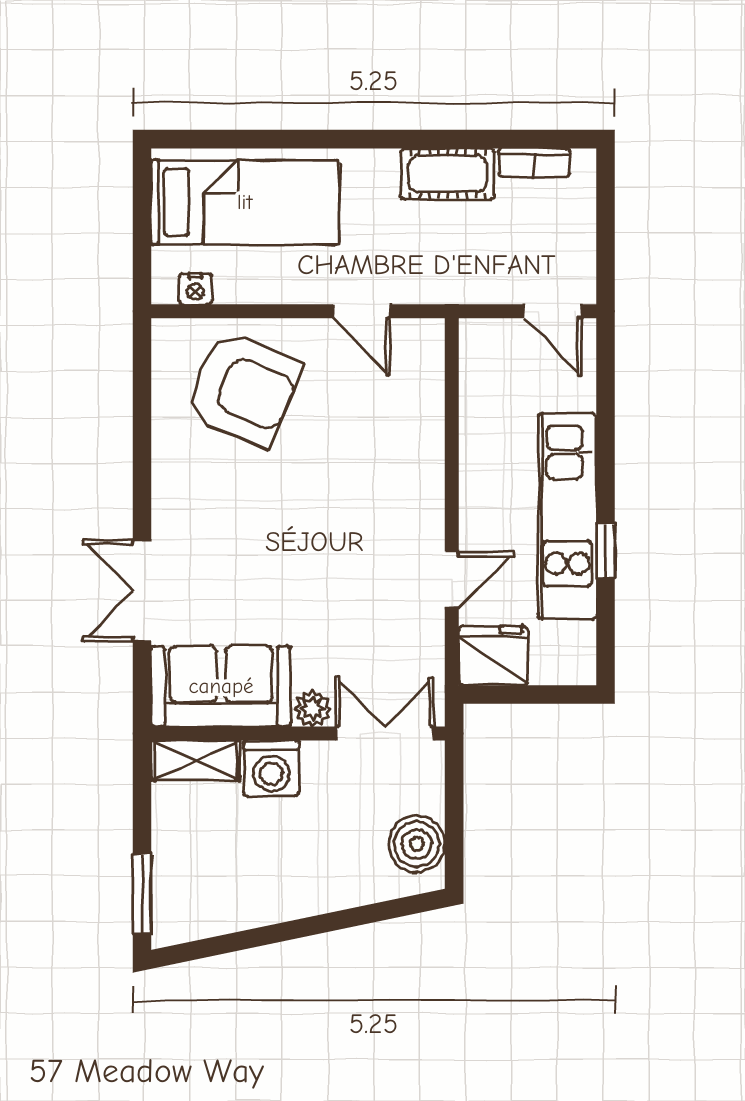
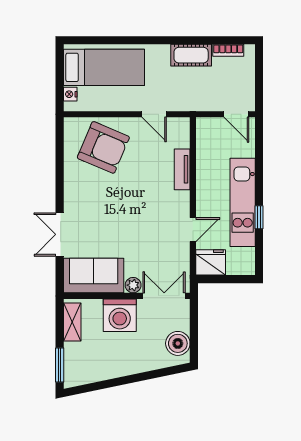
nightstand: (195, 289) -> (70, 94), moved, turned 90
tv unit: (427, 439) -> (182, 169), added
shelving: (196, 760) -> (72, 322), moved, turned 90
washing machine: (271, 768) -> (120, 315), width x1.37, depth x1.37

